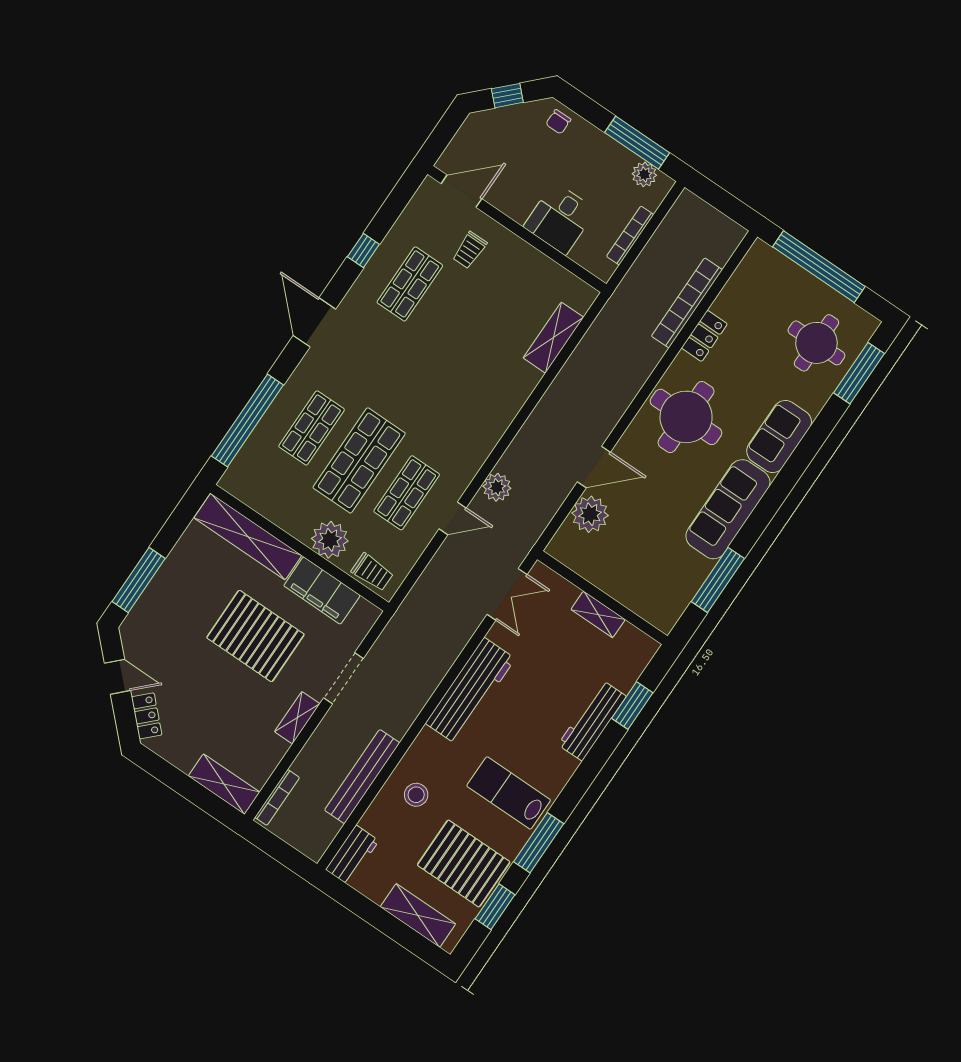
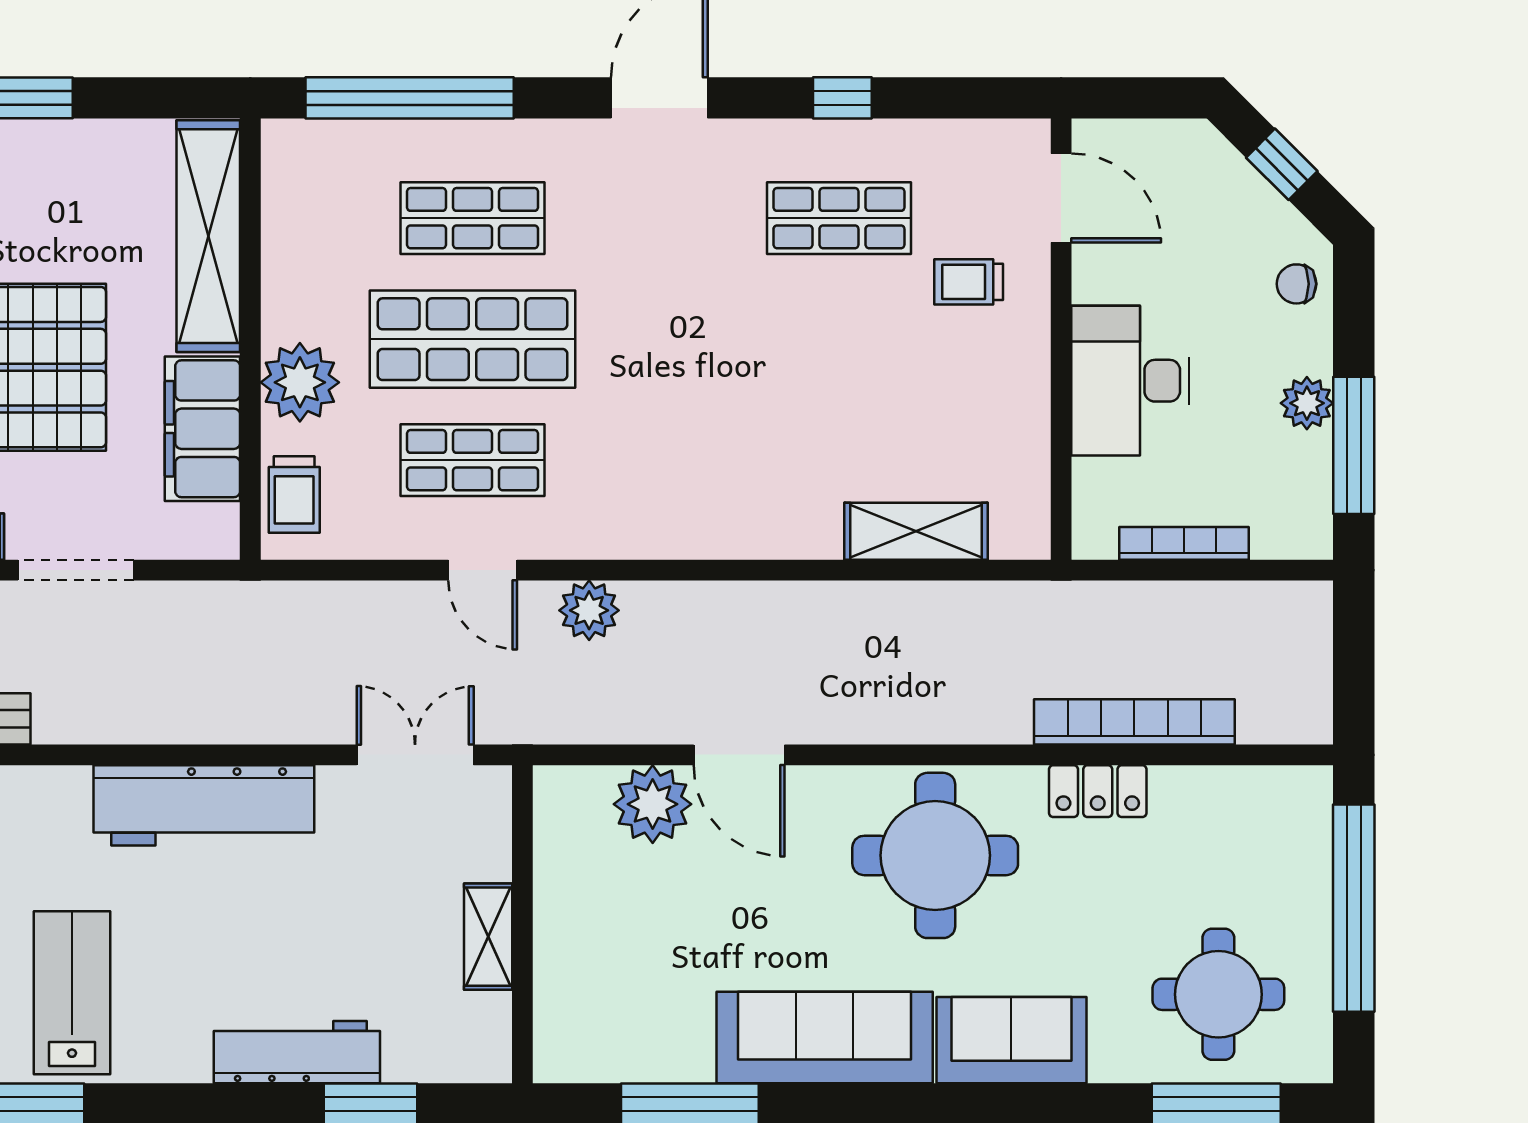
plant: (644, 174) -> (1307, 403), moved
desk: (560, 218) -> (1130, 381), width x1.37
double door: (507, 594) -> (415, 755), swing flipped

